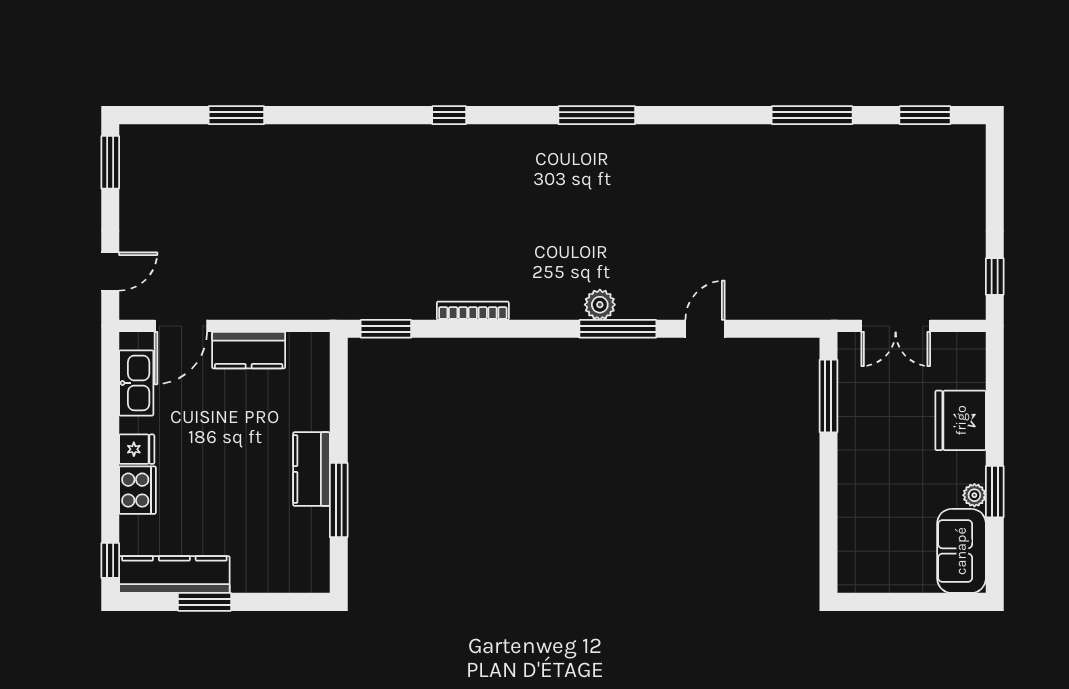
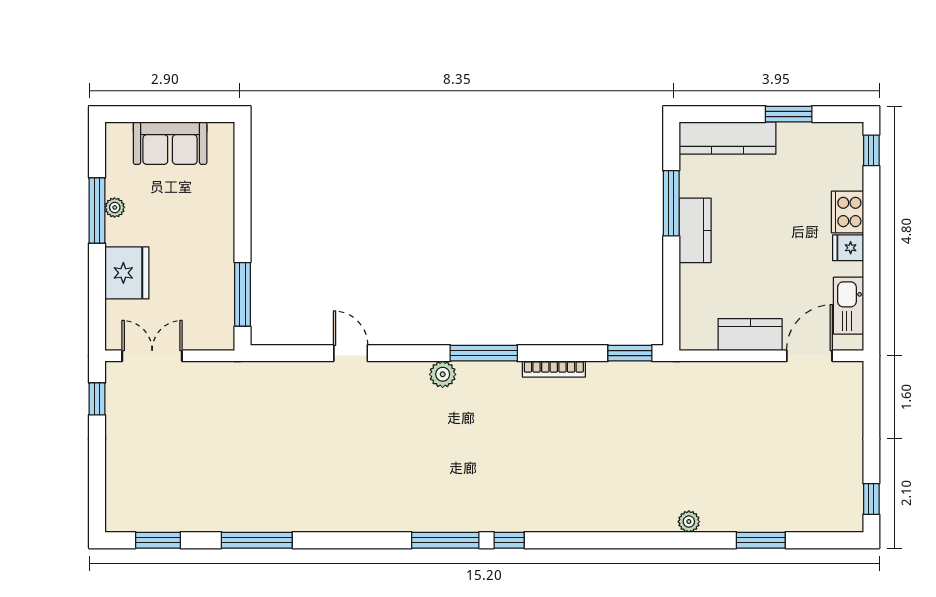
window: (449, 115) -> (509, 540), moved
plant: (319, 136) -> (689, 522), added
window: (110, 162) -> (871, 499), width x0.67
door: (110, 271) -> (871, 403), removed
double door: (896, 326) -> (152, 356), moved
window: (618, 329) -> (484, 353), moved
door: (705, 329) -> (351, 353), swing flipped
window: (995, 492) -> (97, 211), width x1.44
sofa: (961, 551) -> (170, 143), moved, turned 90
kitchen counter: (174, 575) -> (727, 138), moved

